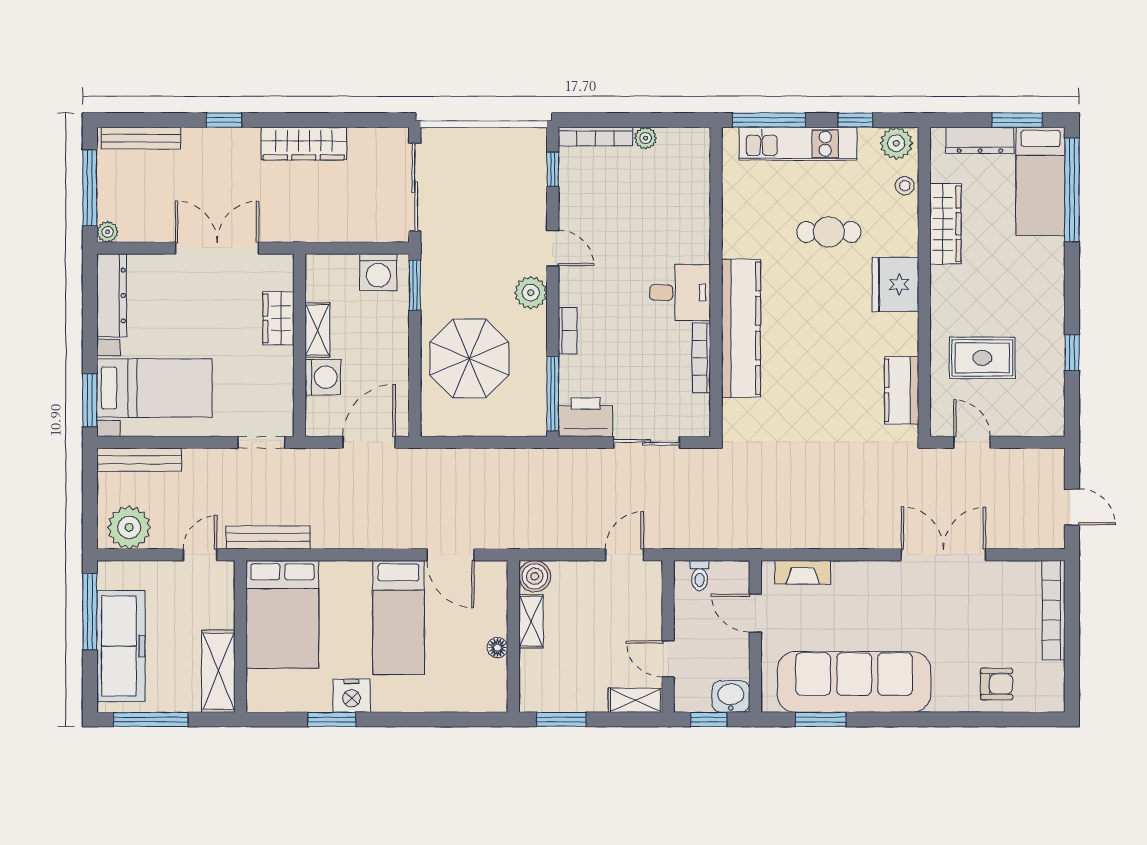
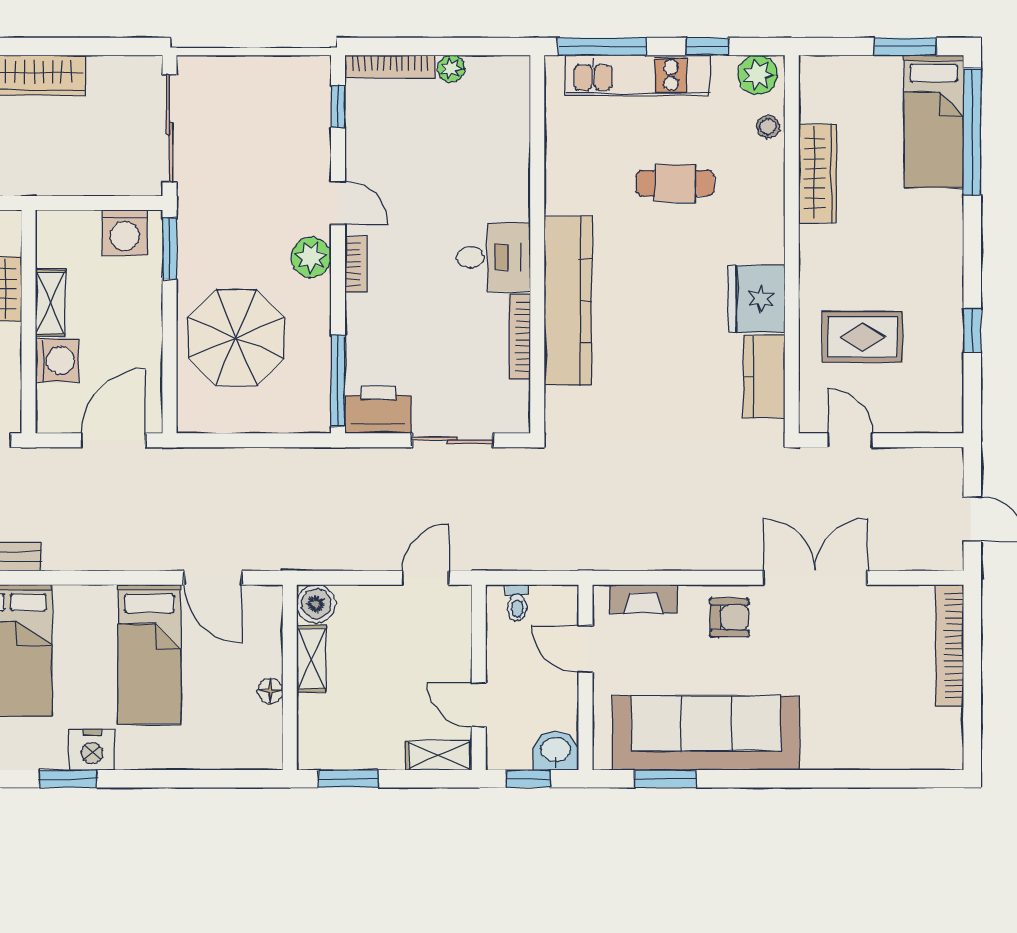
dresser: (980, 140) -> (860, 71), removed
fridge: (895, 284) -> (757, 299), moved
bookcase: (568, 331) -> (356, 264), moved
armchair: (997, 684) -> (729, 618), moved

